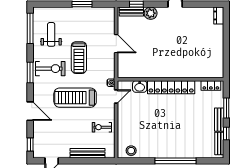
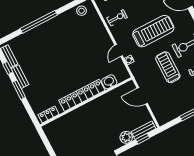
wall: (170, 79) -> (86, 102), moved
locker: (211, 85) -> (49, 115), moved
washbasin: (140, 86) -> (109, 82), moved
locker: (171, 87) -> (82, 95), moved

